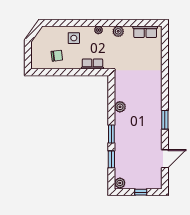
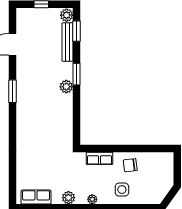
chair: (57, 56) -> (130, 165), moved
plant: (120, 107) -> (66, 87), moved
window: (111, 159) -> (77, 31), moved
bench: (119, 161) -> (68, 42), added

